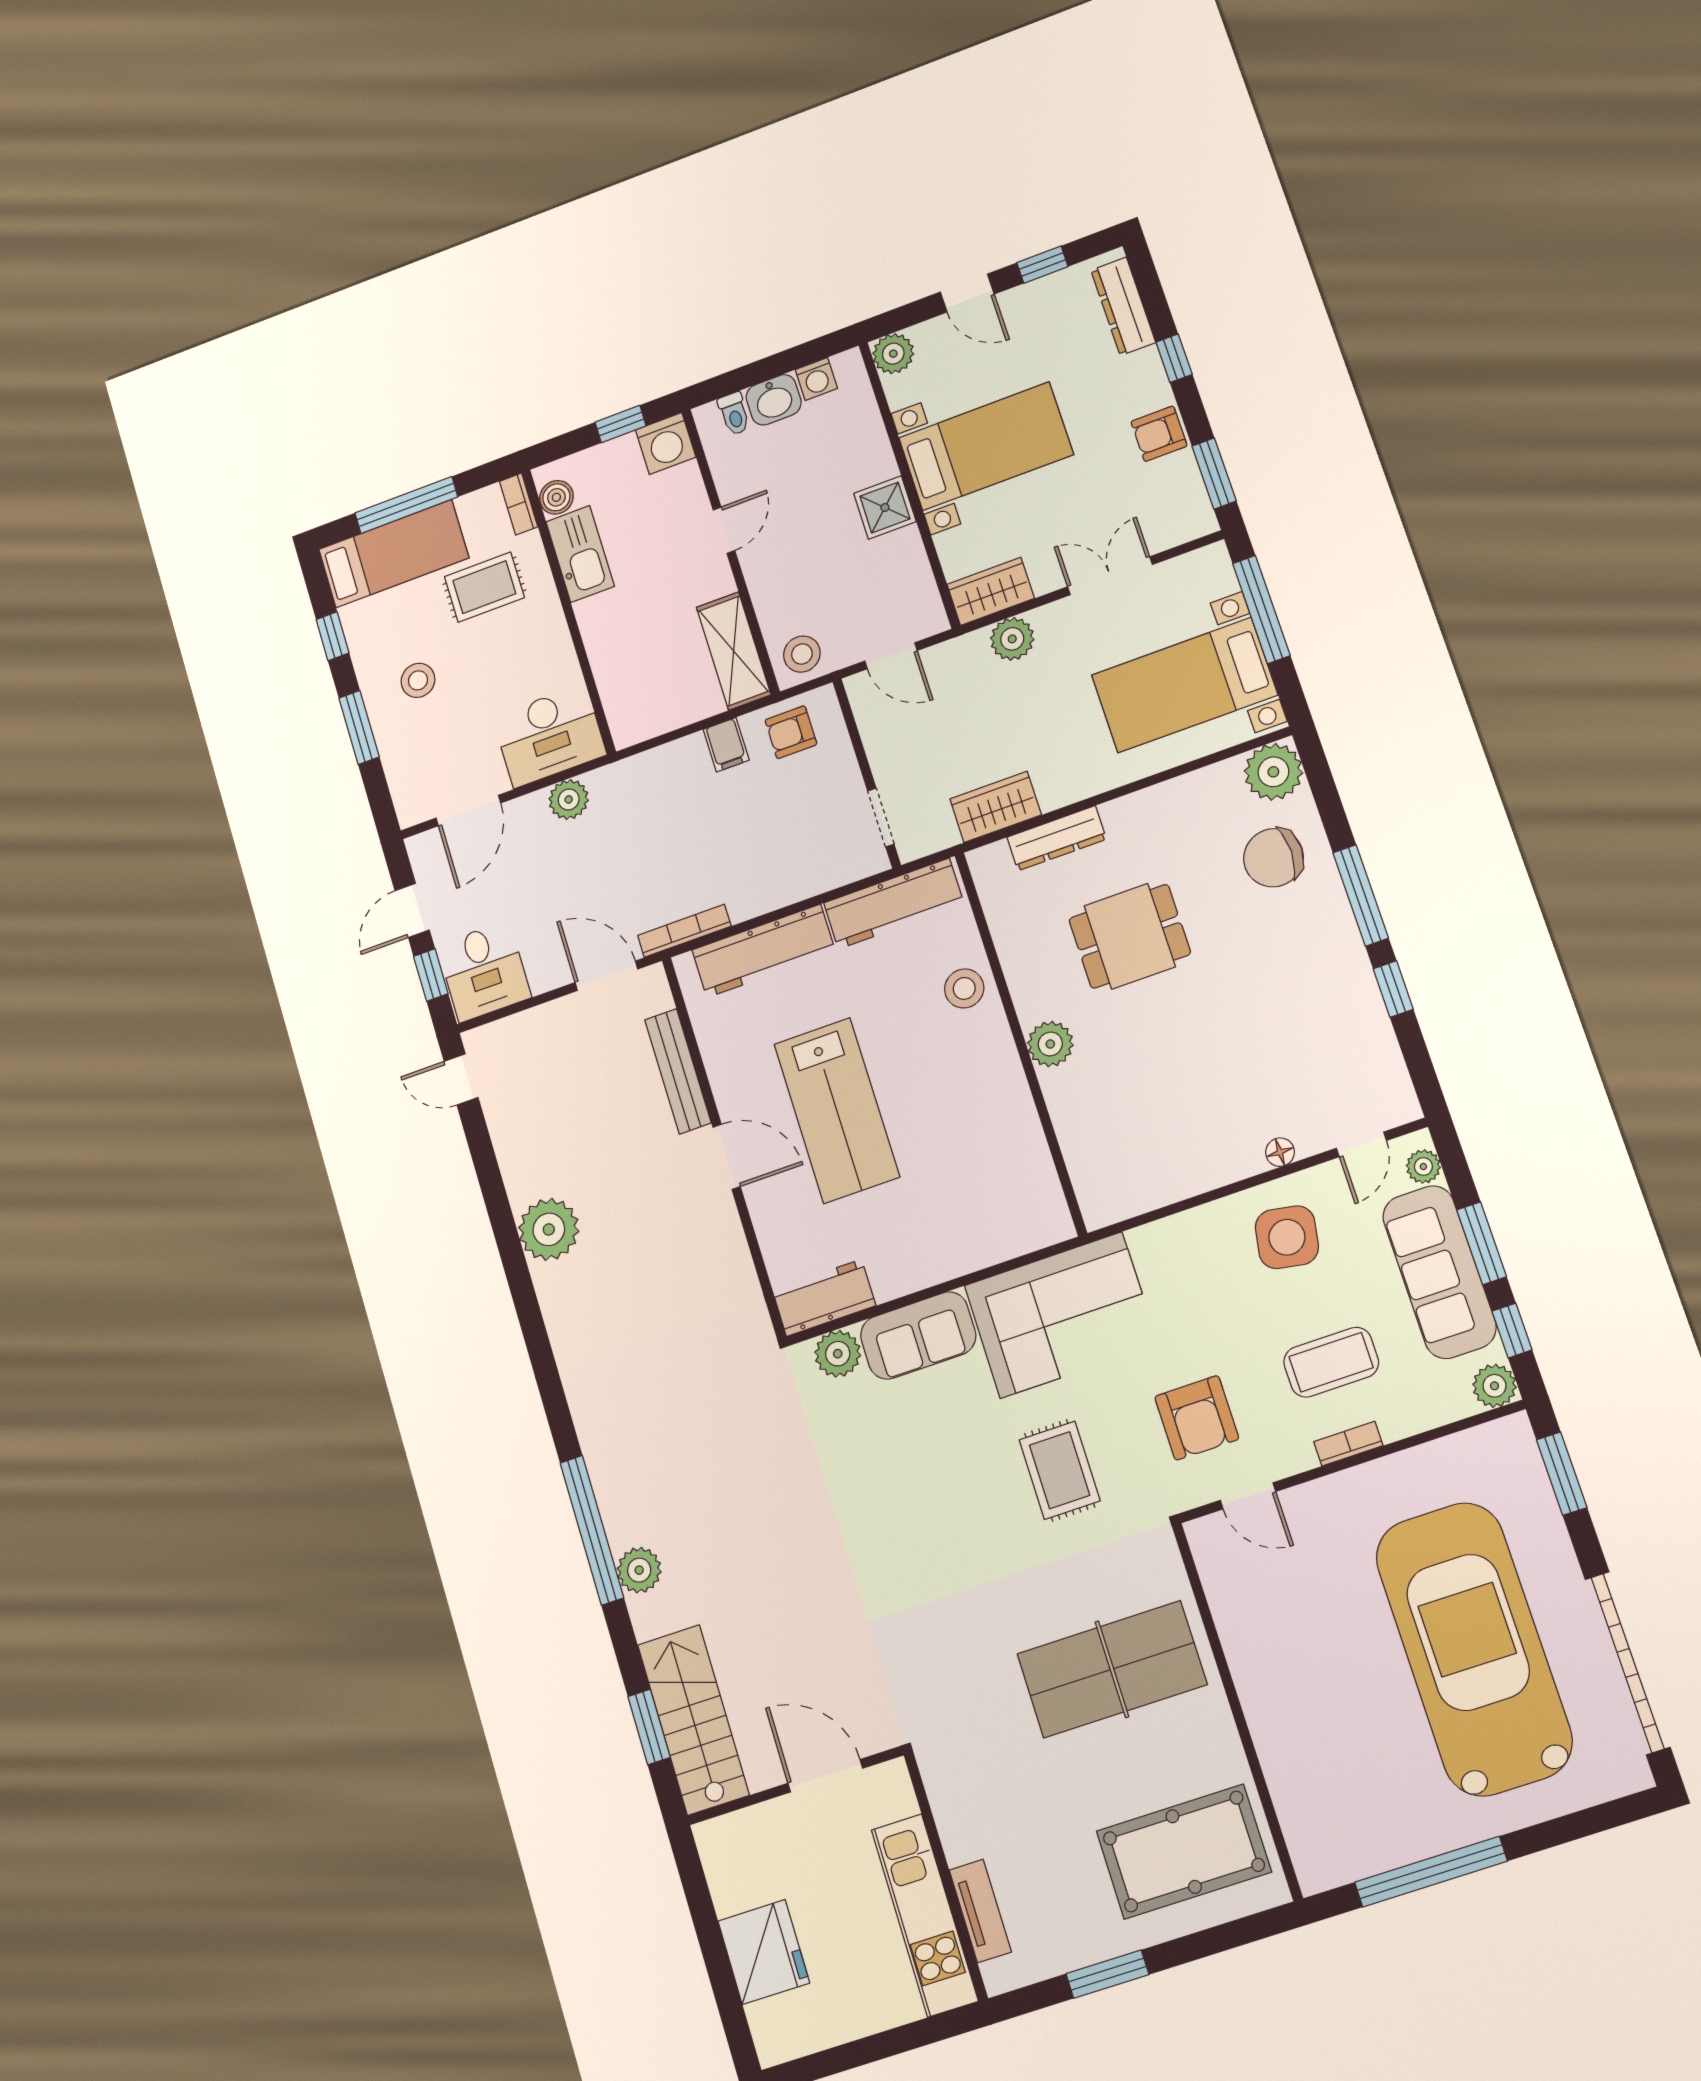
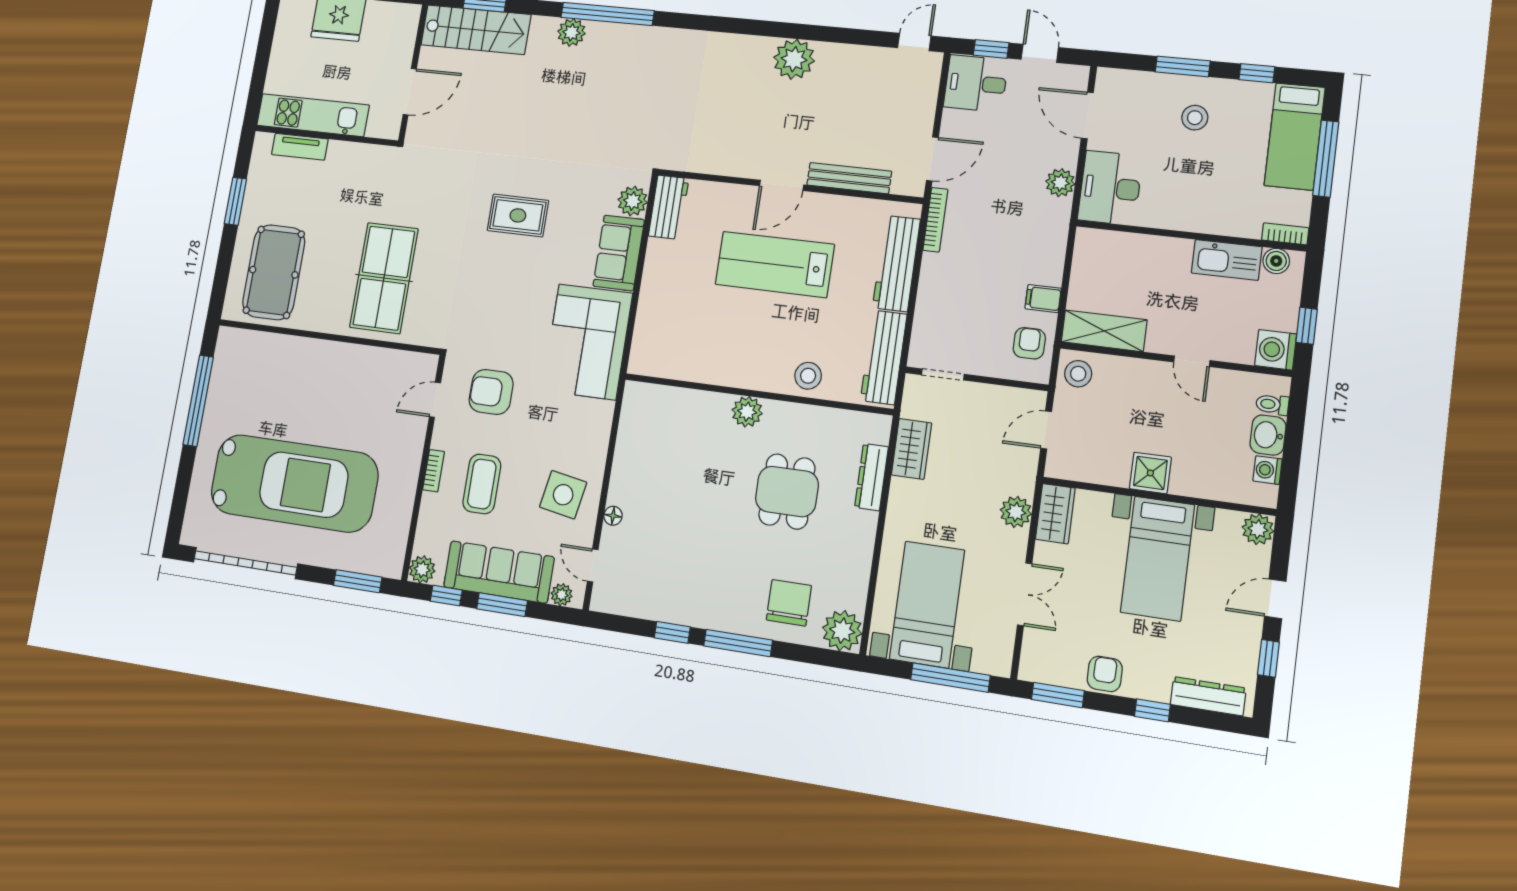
rug: (484, 587) -> (1237, 187), removed
rug: (1060, 1470) -> (518, 215), moved

